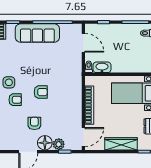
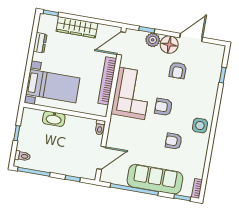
door: (83, 43) -> (101, 158), swing flipped
washbasin: (102, 67) -> (54, 119), moved
corner sofa: (68, 99) -> (132, 93), added
armchair: (15, 100) -> (174, 141), moved

